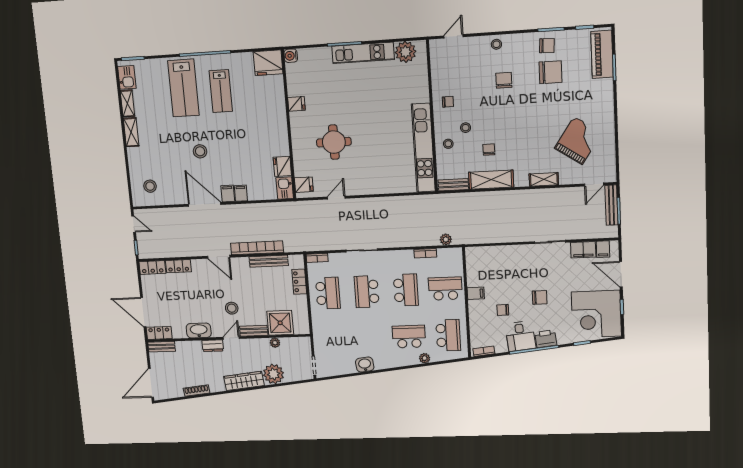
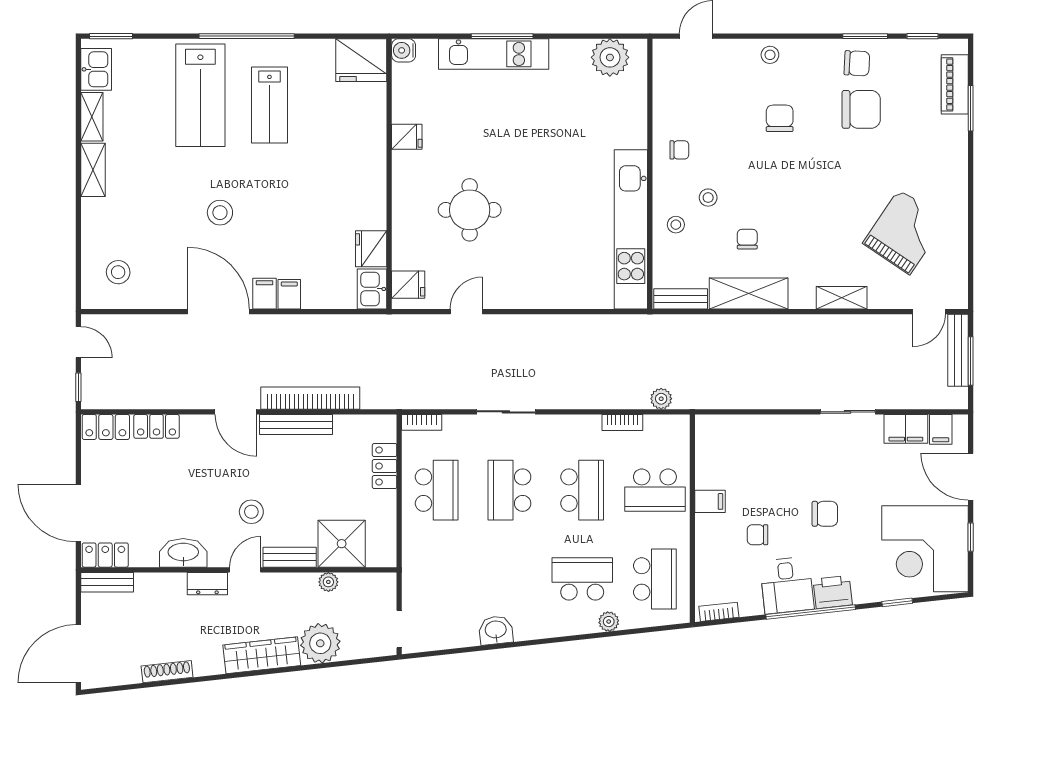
kitchen unit: (363, 53) -> (494, 54), moved
piano: (602, 54) -> (955, 84), width x0.73, depth x0.75
bench: (269, 261) -> (296, 425), moved
school desk: (445, 289) -> (655, 490), turned 180

